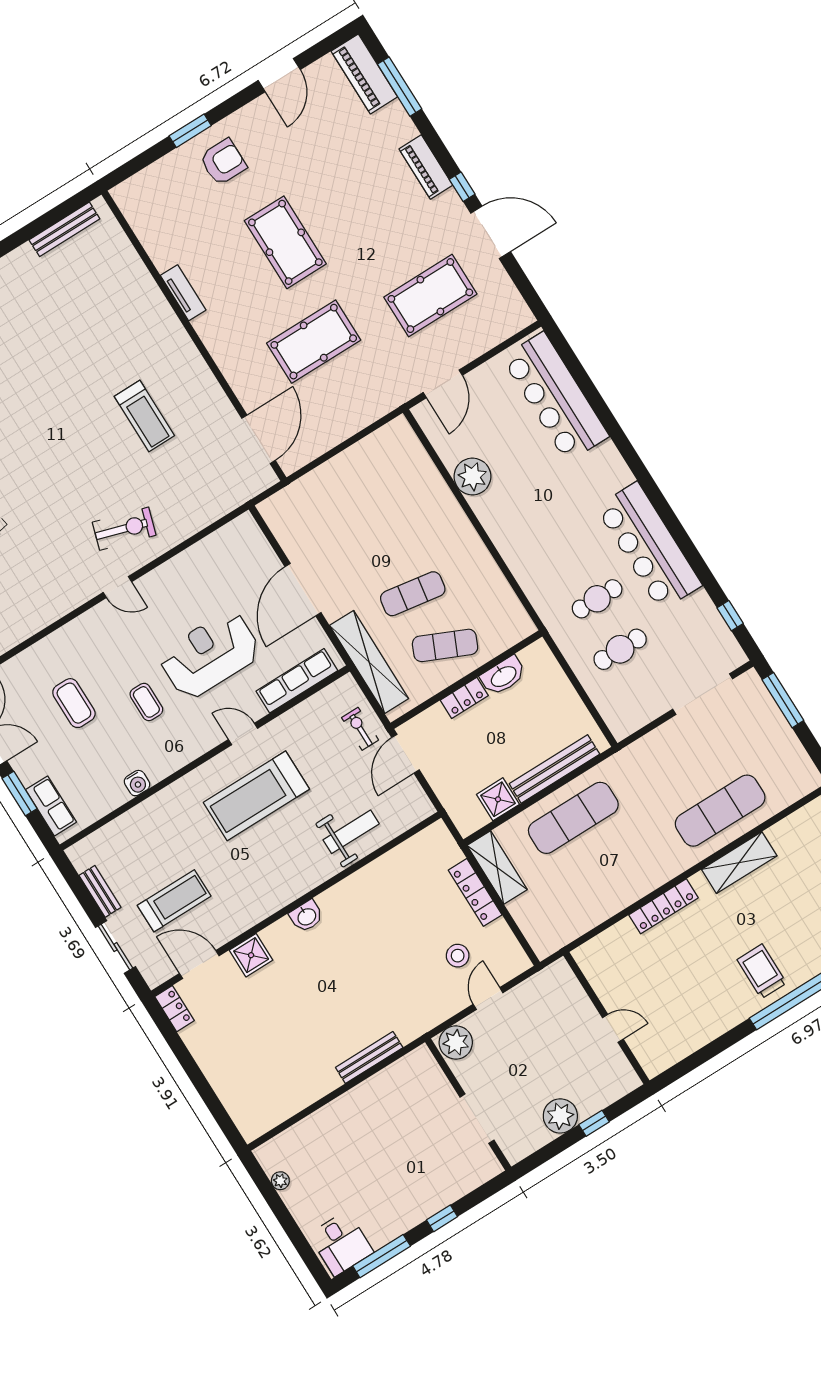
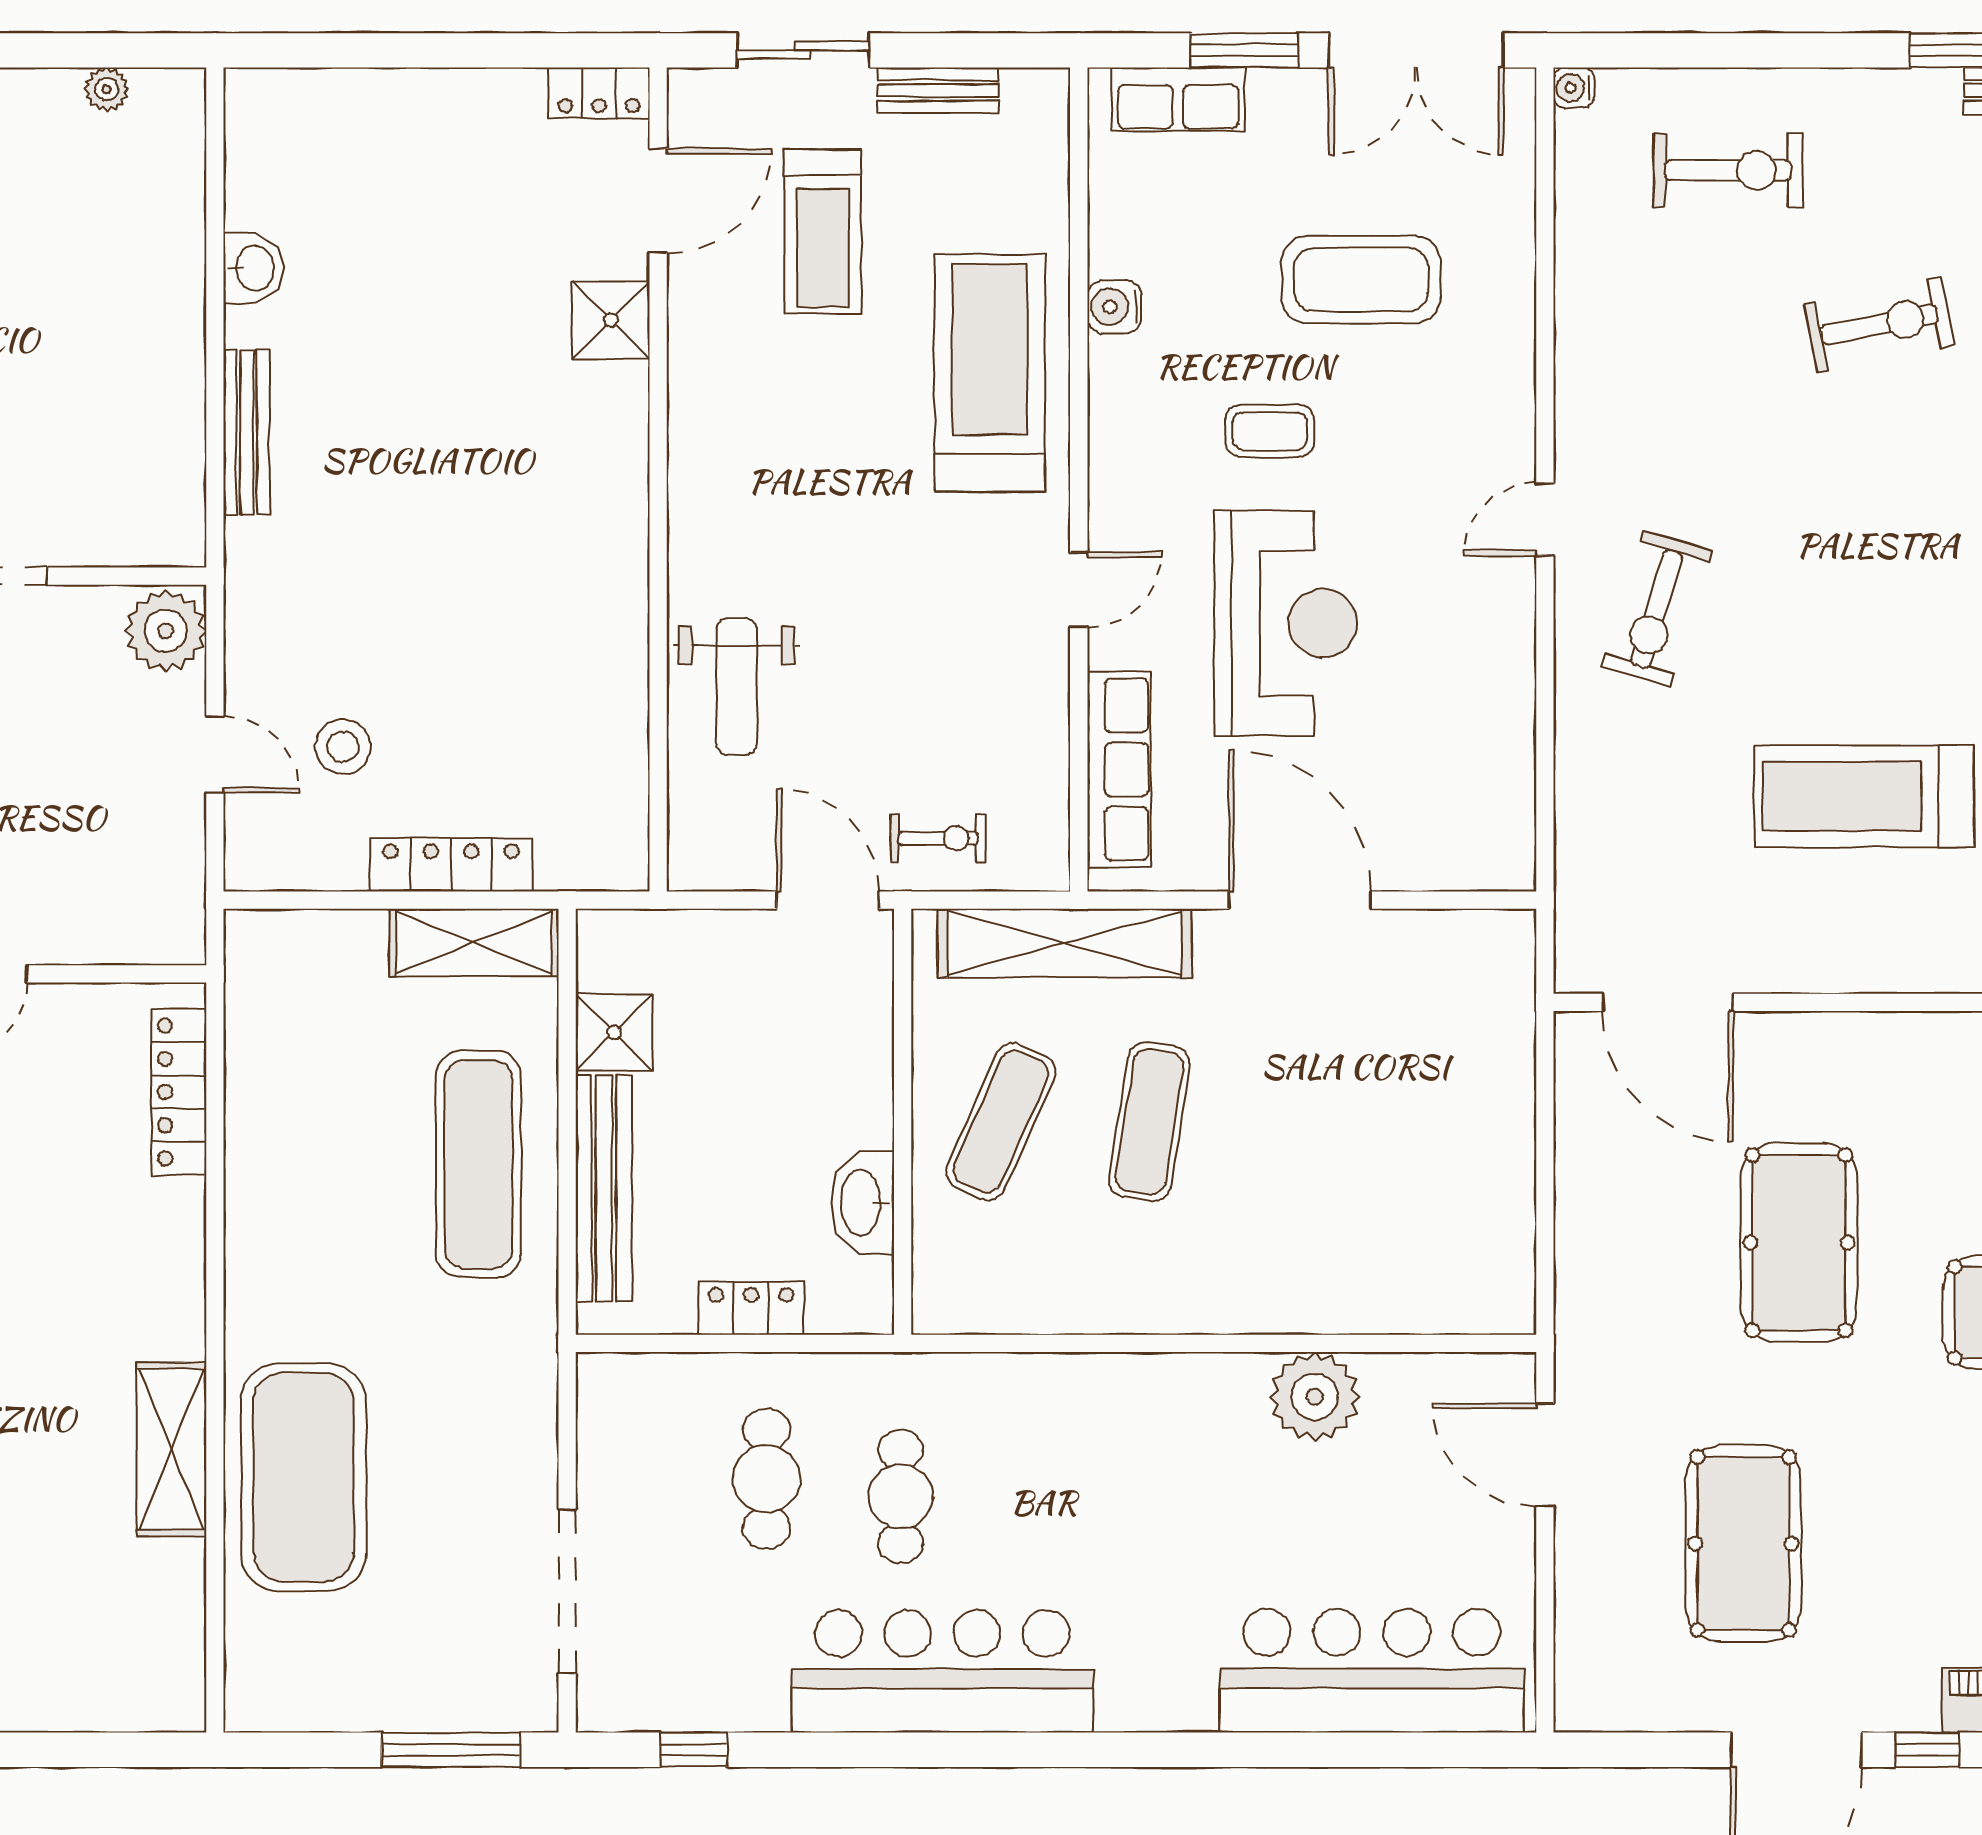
treadmill: (144, 416) -> (1864, 796), width x1.37, depth x1.38
locker: (464, 698) -> (751, 1308), moved, turned 90
coffee table: (74, 703) -> (1361, 280), width x1.36, depth x1.32
treadmill: (256, 796) -> (990, 373), moved
exercise mat: (720, 811) -> (304, 1477), width x1.47
locker: (664, 906) -> (179, 1092), moved
washbasin: (306, 916) -> (253, 268), moved, turned 180

